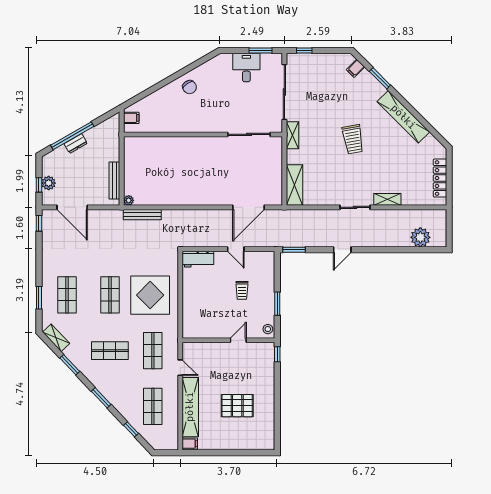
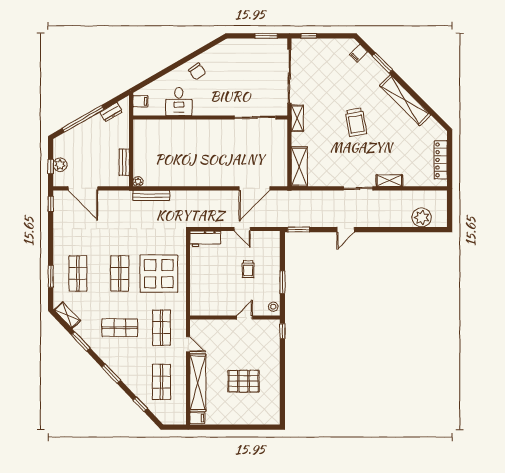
desk: (246, 68) -> (179, 102), moved, turned 180
dresser: (76, 143) -> (111, 112), moved
bench: (114, 181) -> (124, 162), width x0.73

